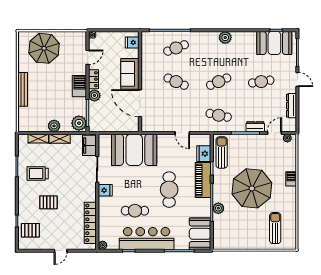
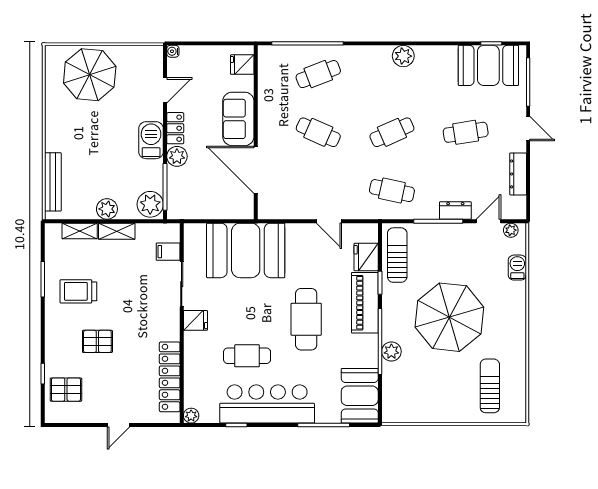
bench: (23, 89) -> (53, 182), moved
filing cabinet: (89, 145) -> (168, 252), width x0.50
barbecue: (291, 179) -> (517, 268), moved

